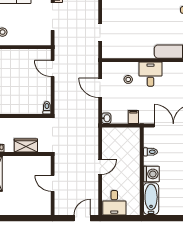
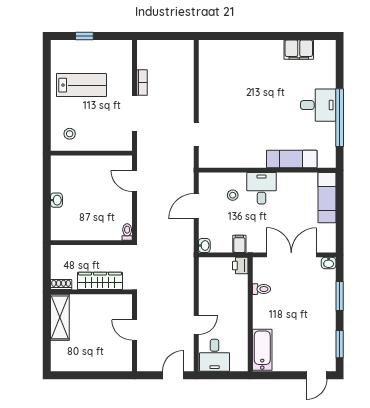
door: (100, 88) -> (196, 206), hinge flipped
printer: (134, 134) -> (240, 266), added
wardrobe: (26, 146) -> (100, 281), width x1.50
door: (100, 167) -> (196, 325), moved
washing machine: (151, 174) -> (263, 318), removed

